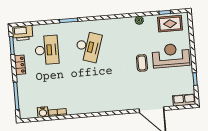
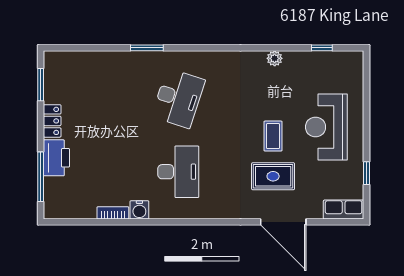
rug: (170, 24) -> (273, 176), moved
printer: (22, 33) -> (56, 158), moved, turned -90
desk: (47, 50) -> (178, 172), moved
reception desk: (171, 56) -> (326, 127), turned -90
water cooler: (43, 112) -> (139, 210), moved

